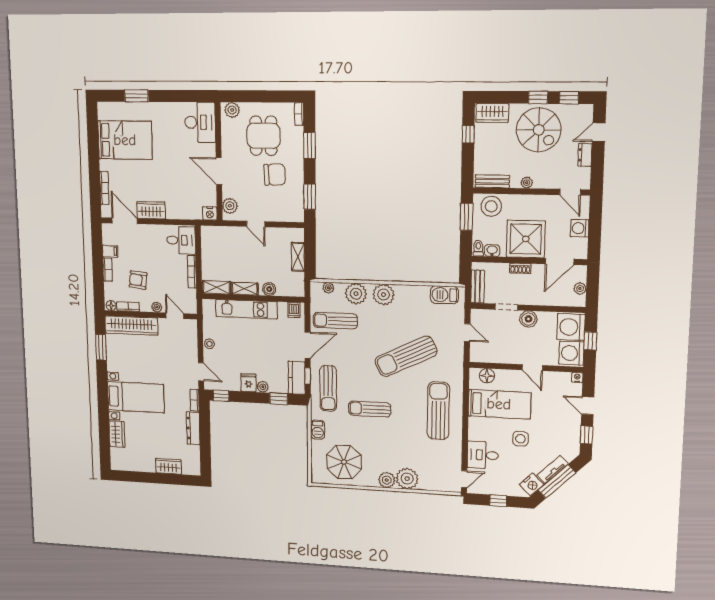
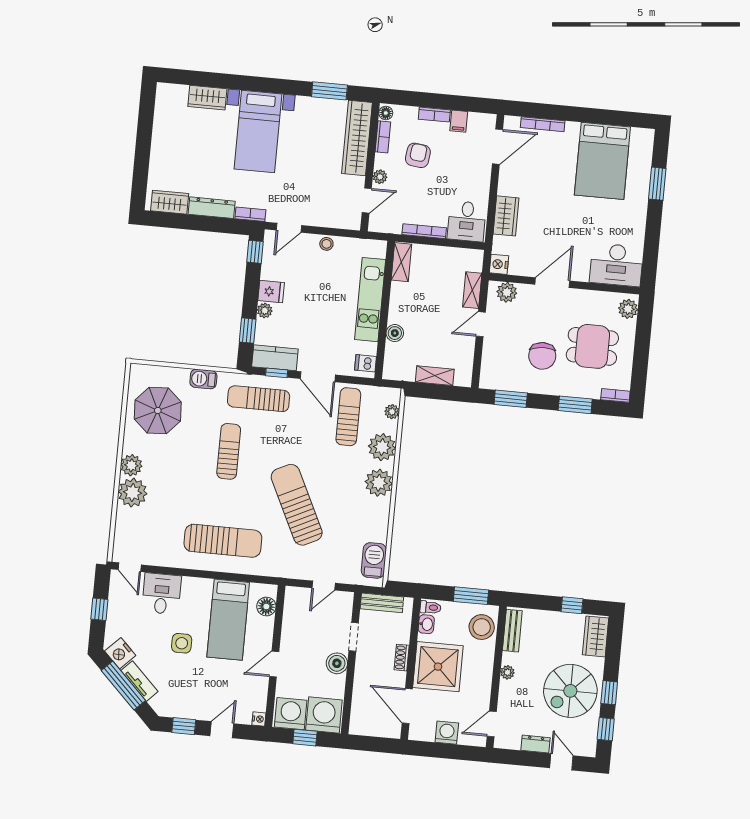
wardrobe: (151, 210) -> (506, 216), moved
plant: (580, 288) -> (372, 729), removed
shelving: (245, 289) -> (472, 290), moved
wardrobe: (168, 466) -> (170, 202), moved, turned -90

